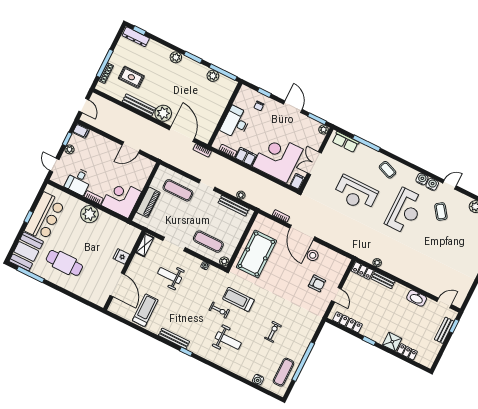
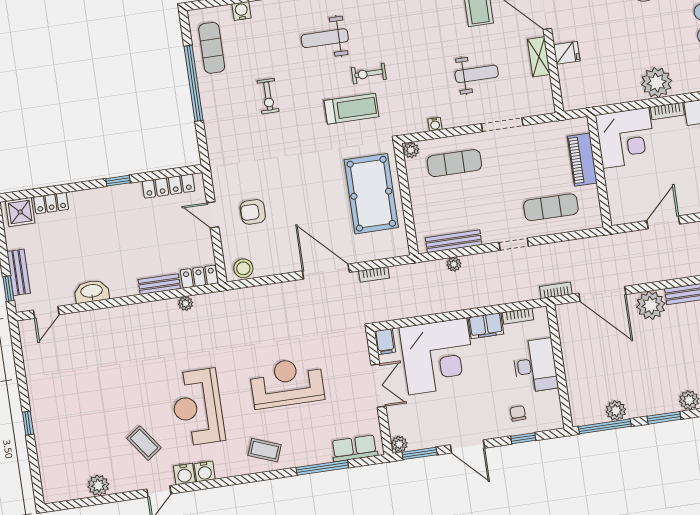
shelving: (145, 245) -> (539, 57), moved
stool: (313, 255) -> (243, 268), moved
shower: (392, 342) -> (20, 212), moved

